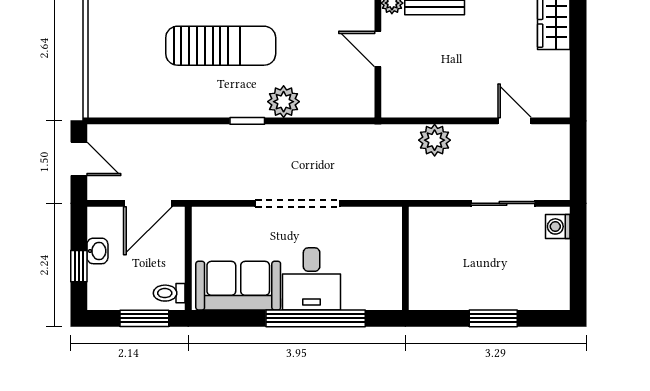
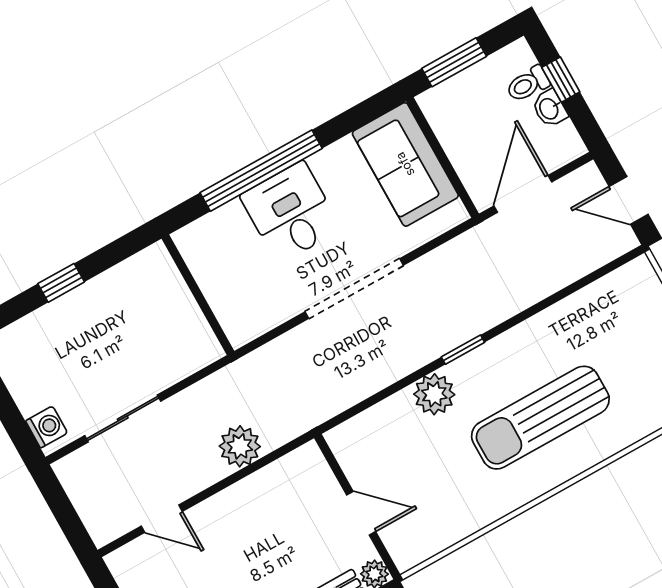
sofa: (238, 286) -> (405, 164), moved, turned 90
toilet: (169, 293) -> (528, 84), moved, turned 180
window: (493, 318) -> (61, 283), width x0.67

